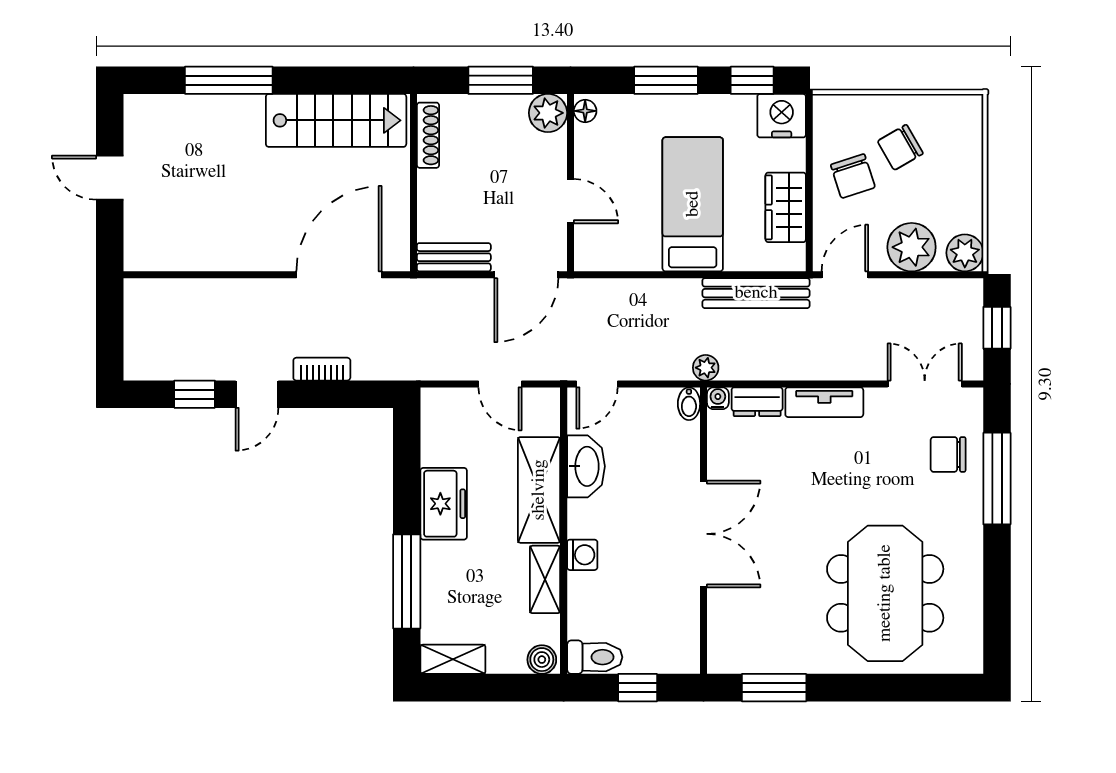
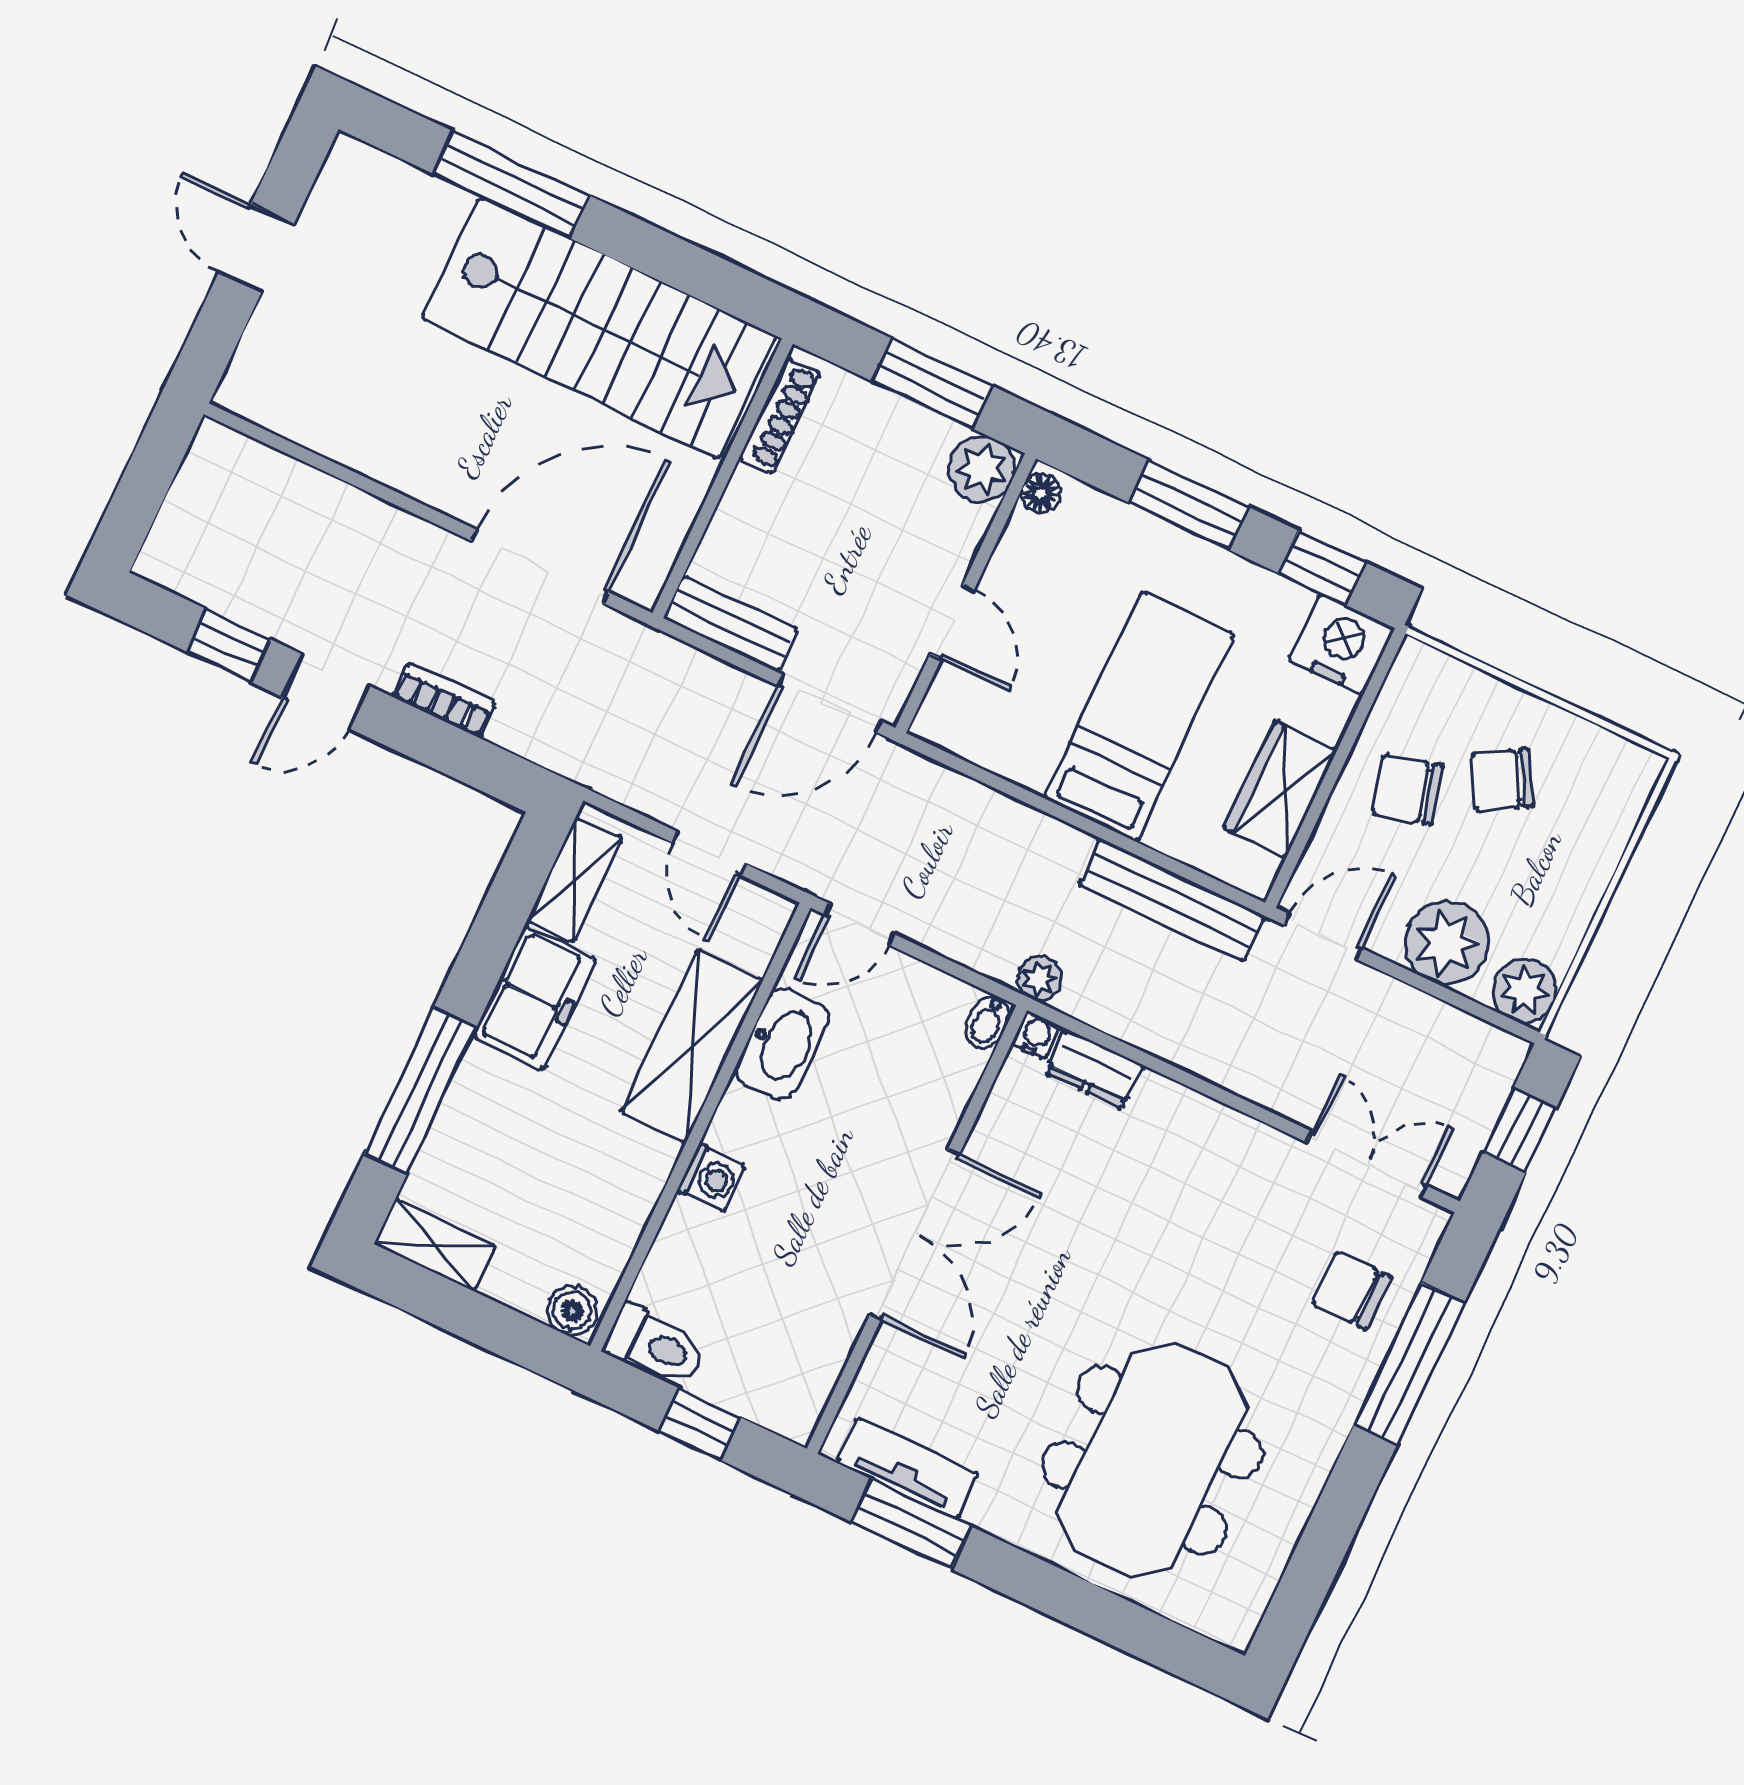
stairs: (336, 120) -> (599, 327), width x1.36, depth x1.51
chair: (853, 176) -> (1408, 790), turned 93
tv unit: (824, 402) -> (907, 1468), moved, turned 180
shelving: (545, 579) -> (575, 880), moved

